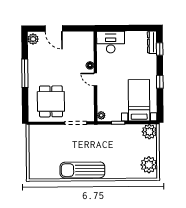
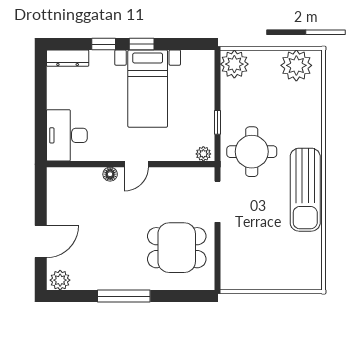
window: (160, 49) -> (104, 44), moved
bed with nightstands: (139, 100) -> (148, 89), moved, turned -90
round table: (103, 141) -> (252, 152), added

